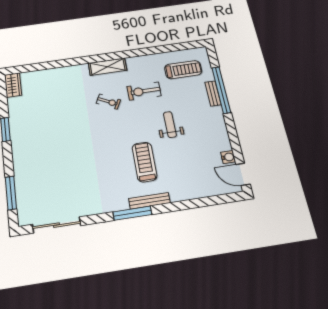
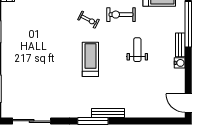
bench: (213, 93) -> (180, 45), moved
water cooler: (228, 157) -> (180, 63), moved
treadmill: (144, 162) -> (90, 59), moved

